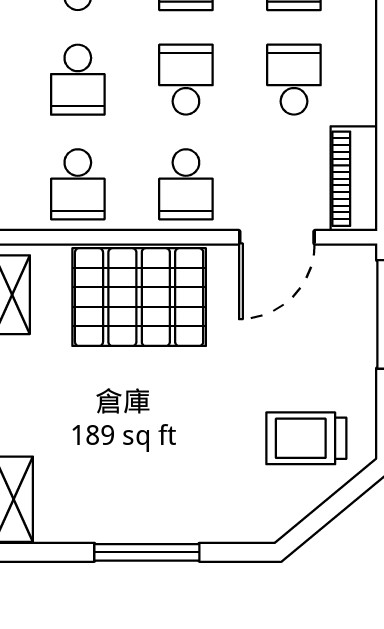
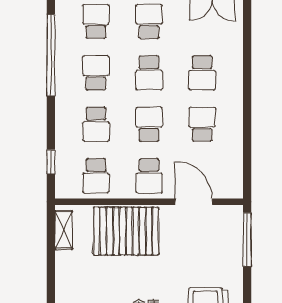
piano: (354, 179) -> (232, 173), removed
door: (277, 237) -> (194, 202), swing flipped

